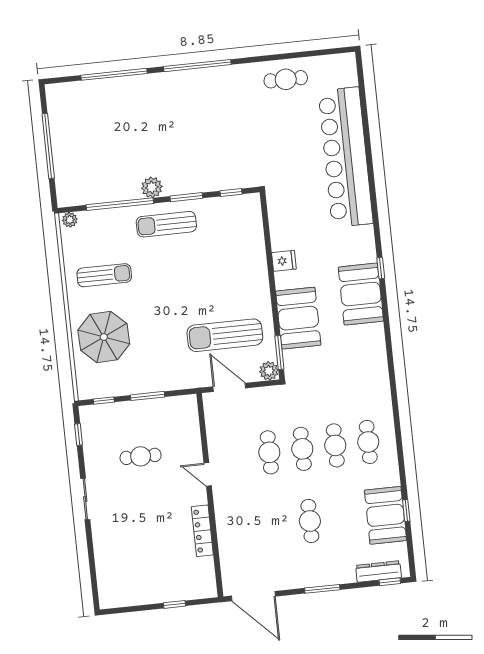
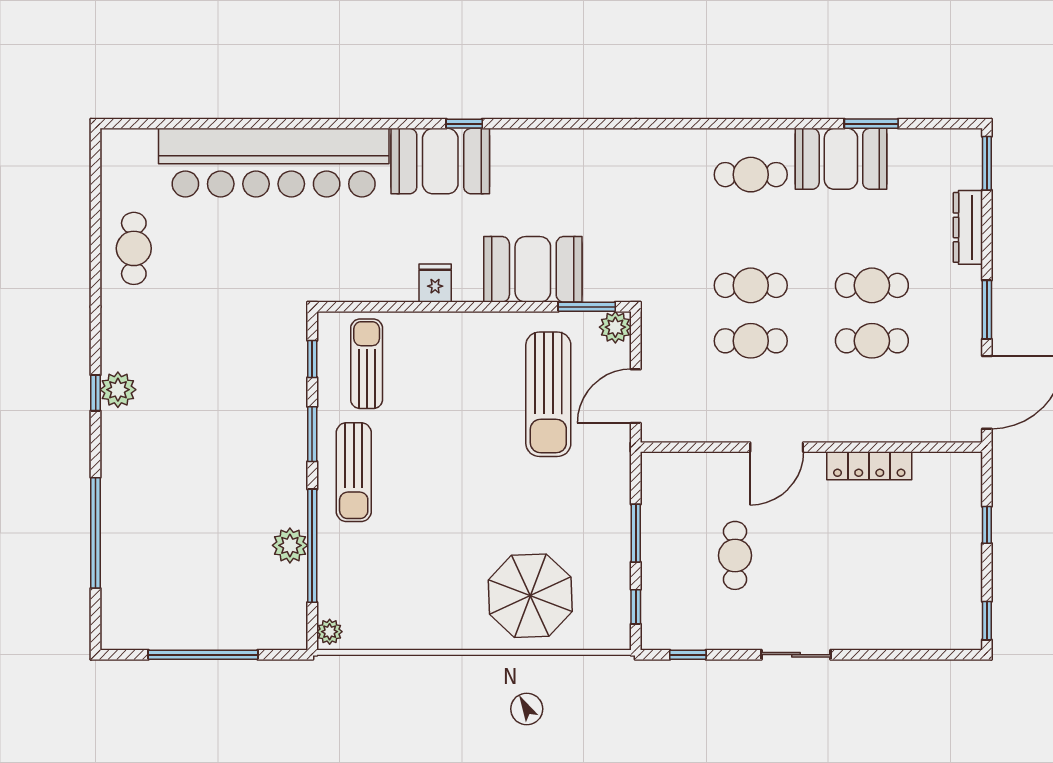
window: (197, 66) -> (96, 393), width x0.32
plant: (201, 79) -> (118, 390), added
plant: (152, 187) -> (290, 545), moved
sun lounger: (104, 275) -> (367, 364), moved
booth: (361, 294) -> (440, 161), moved
cafe table: (335, 445) -> (872, 341), moved
door: (208, 474) -> (777, 447), width x1.38
window: (406, 510) -> (871, 124), width x1.50
booth: (385, 515) -> (841, 159), moved
dresser: (378, 571) -> (968, 227), moved
window: (390, 582) -> (987, 163), width x1.50
window: (322, 589) -> (987, 310), moved
window: (118, 610) -> (987, 621), added

